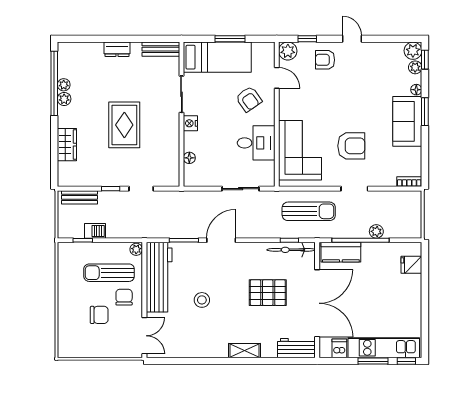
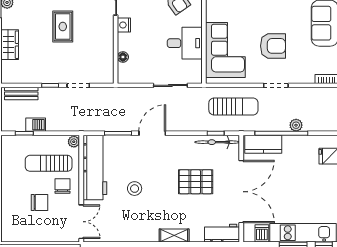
rug: (124, 125) -> (63, 27), width x0.73, depth x0.70

